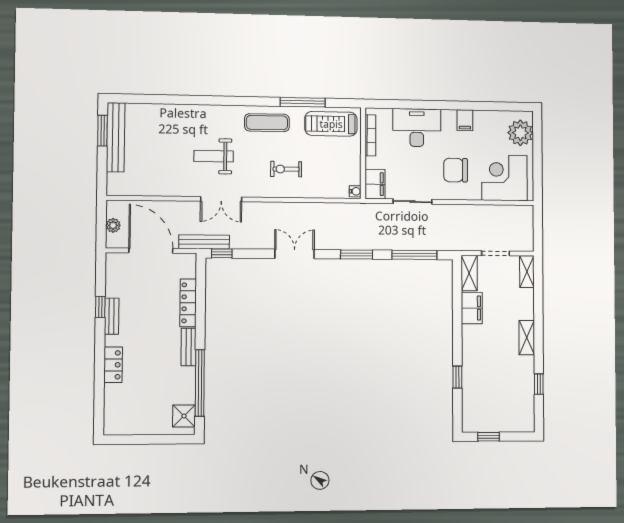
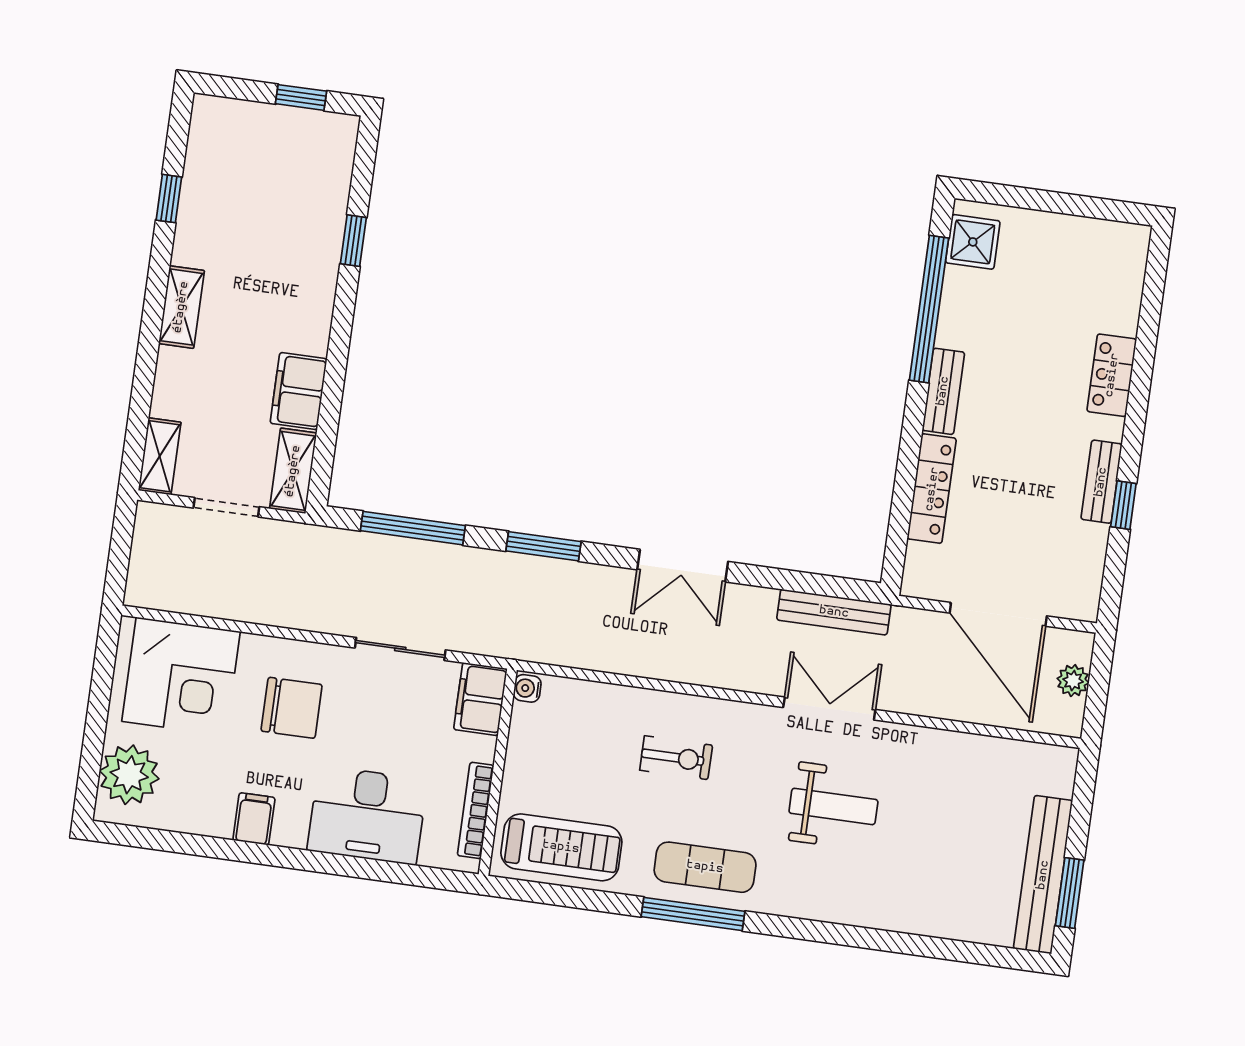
window: (303, 102) -> (693, 914), moved
bench: (204, 242) -> (834, 612), moved
window: (222, 253) -> (844, 588), removed

